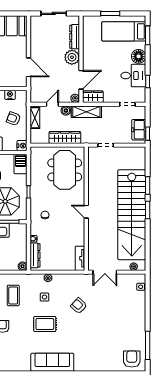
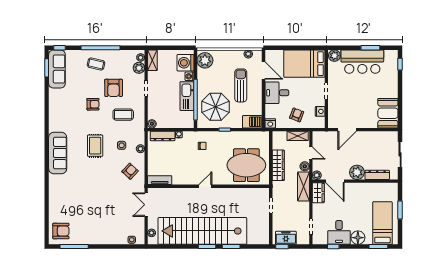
armchair: (79, 306) -> (130, 171), moved

